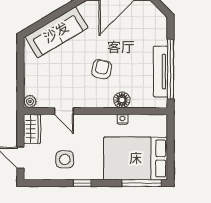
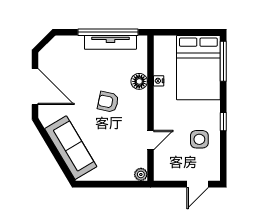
wardrobe: (32, 129) -> (168, 172), removed

